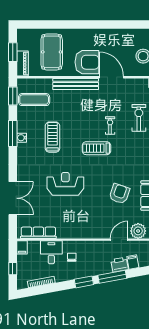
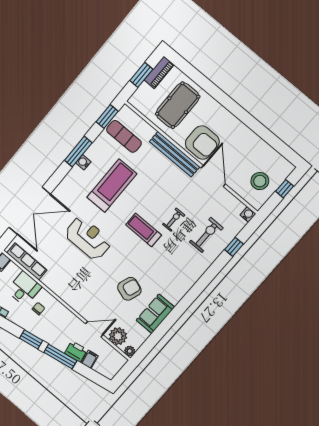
piano: (23, 64) -> (159, 72), moved
treadmill: (53, 137) -> (112, 186), width x1.37, depth x1.38
double door: (13, 198) -> (30, 211), width x1.36

